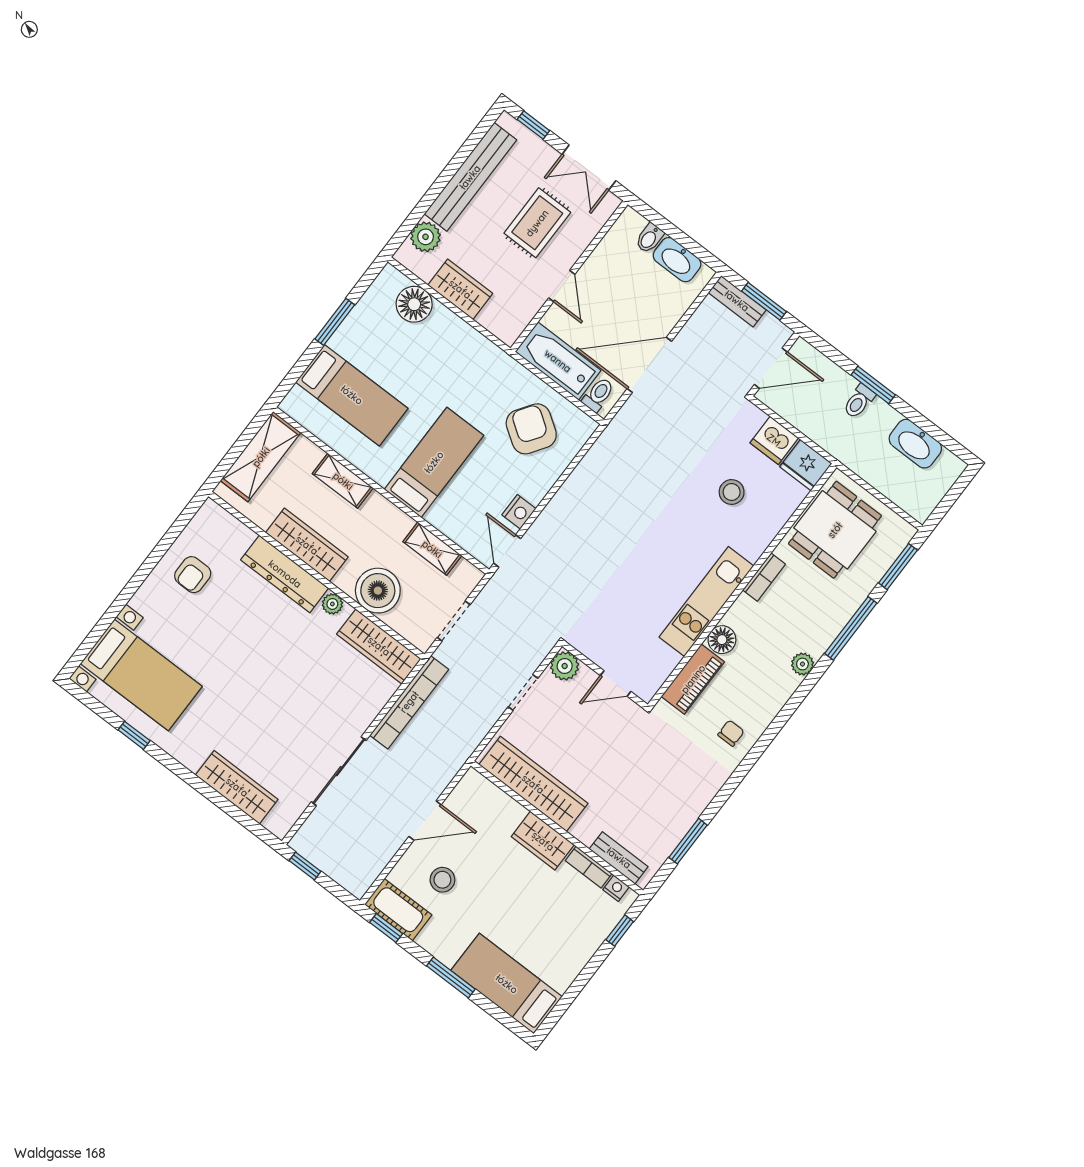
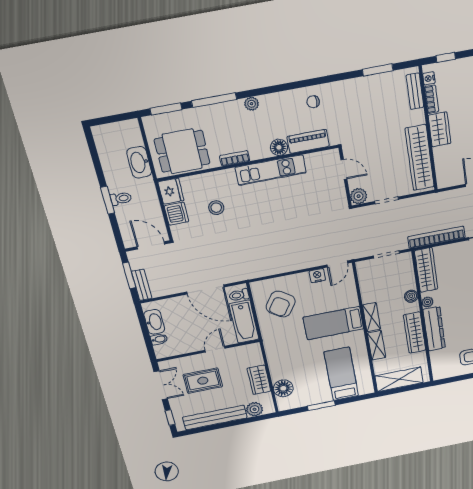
washbasin: (915, 444) -> (139, 162), moved, turned 180
shelving: (432, 549) -> (372, 317), moved
boiler: (378, 591) -> (411, 296), width x0.54, depth x0.54

